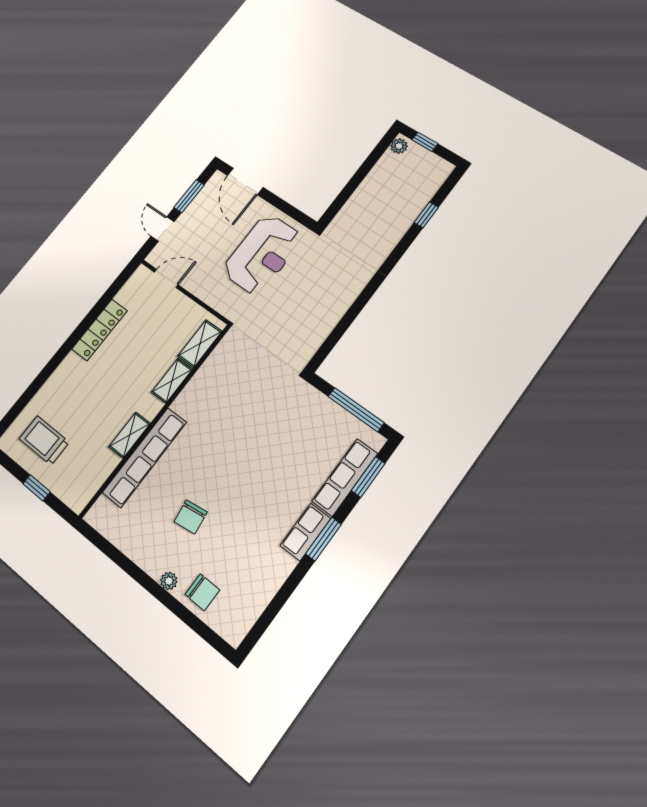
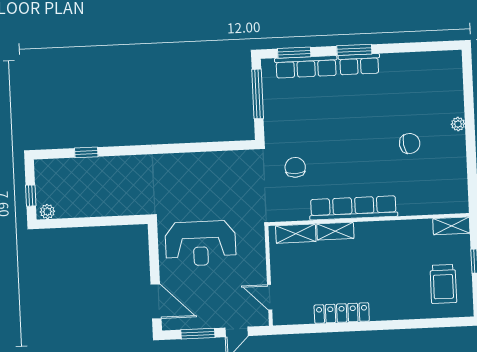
door: (245, 181) -> (156, 301), hinge flipped
reception desk: (262, 254) -> (200, 243), turned 180
shelving: (130, 435) -> (451, 226), moved
row of seats: (145, 457) -> (353, 208), moved
chair: (202, 592) -> (295, 167), moved

